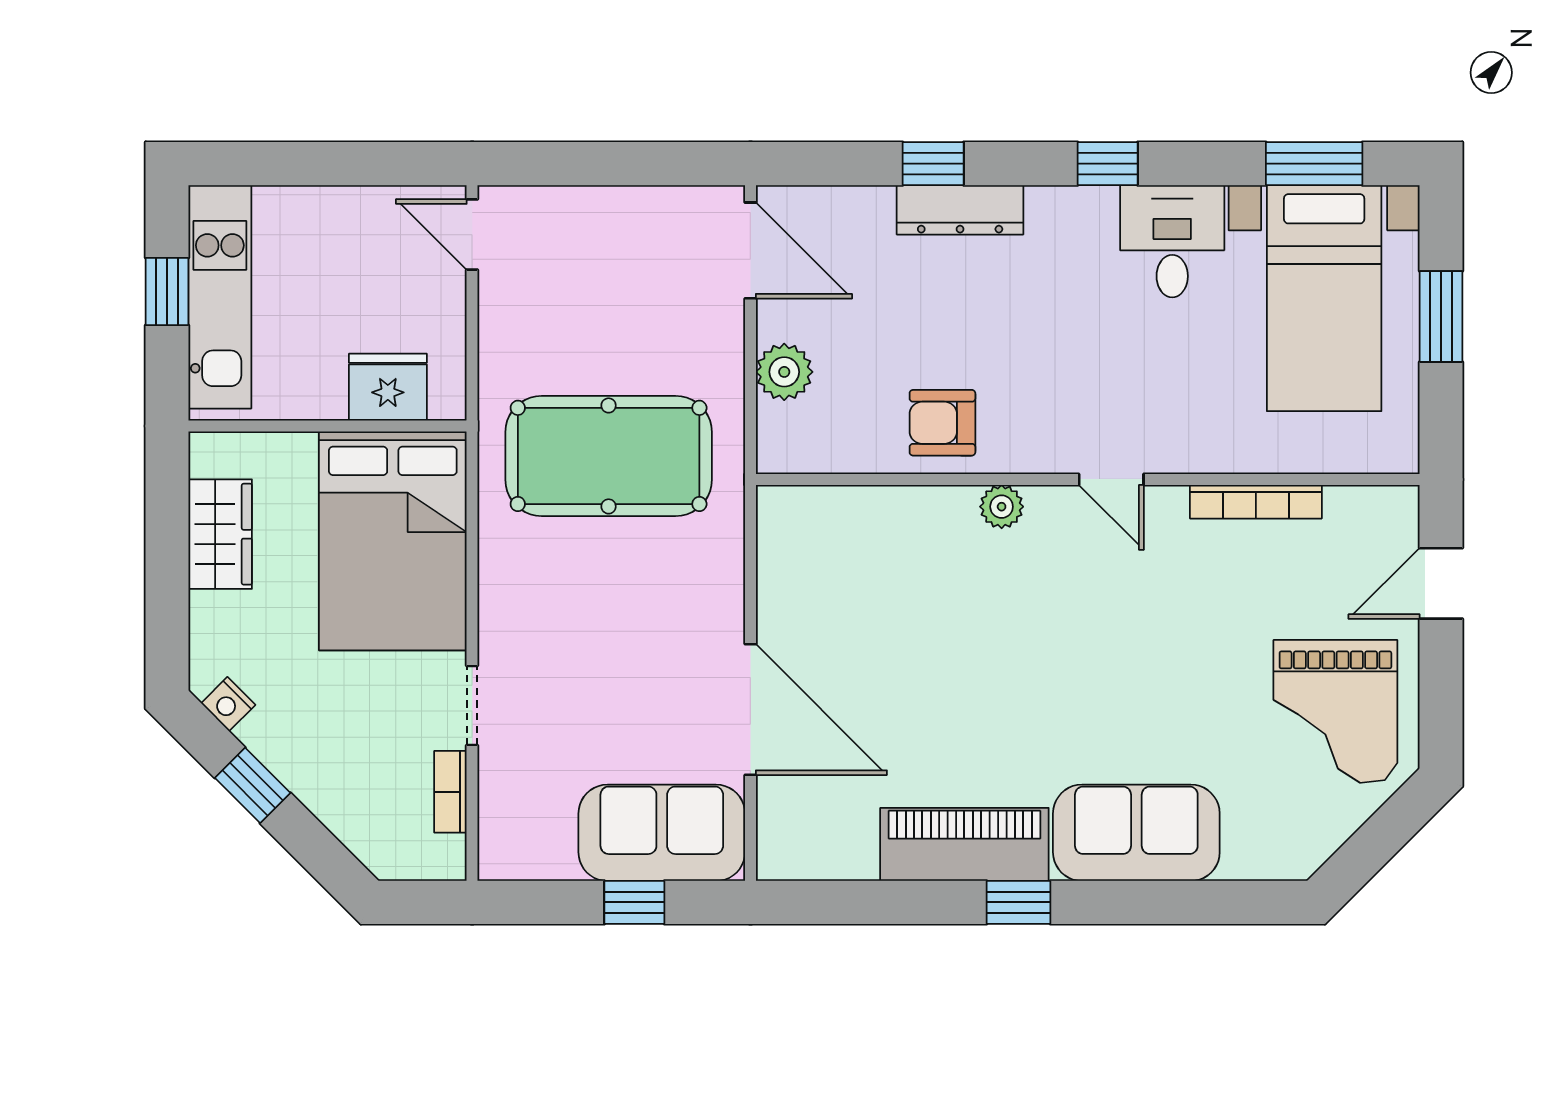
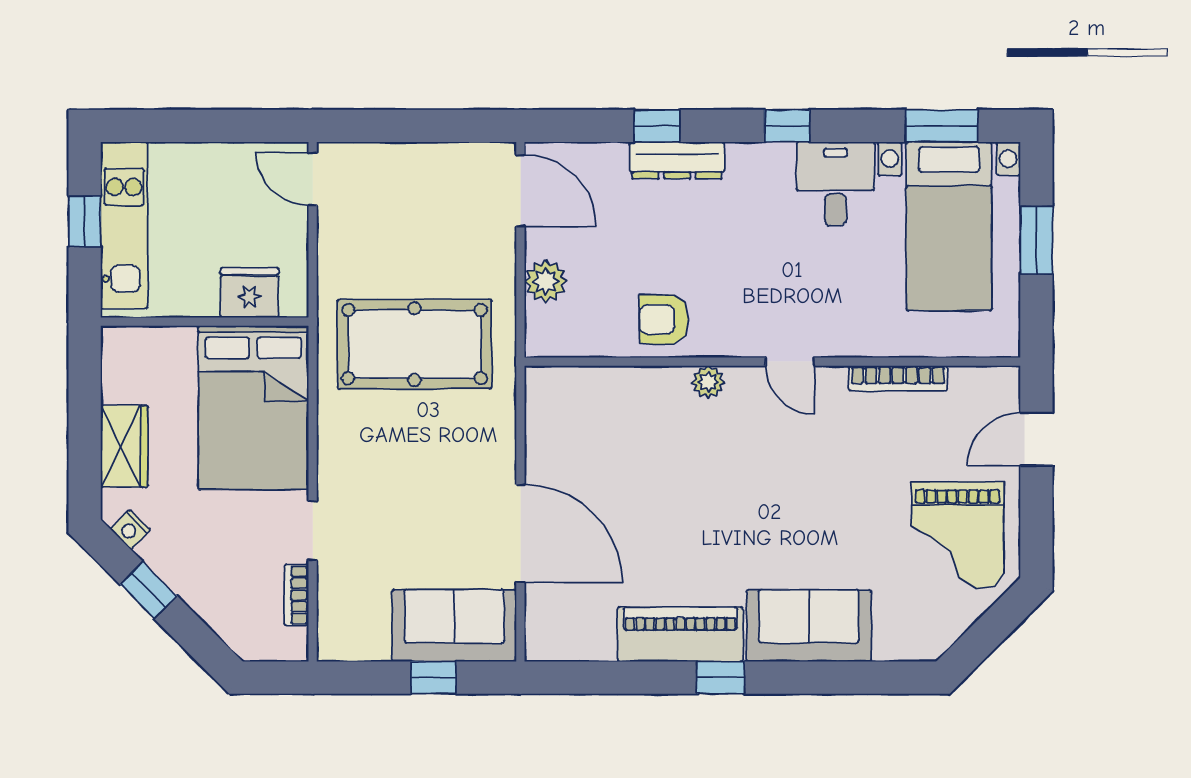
wardrobe: (220, 534) -> (124, 446), moved

